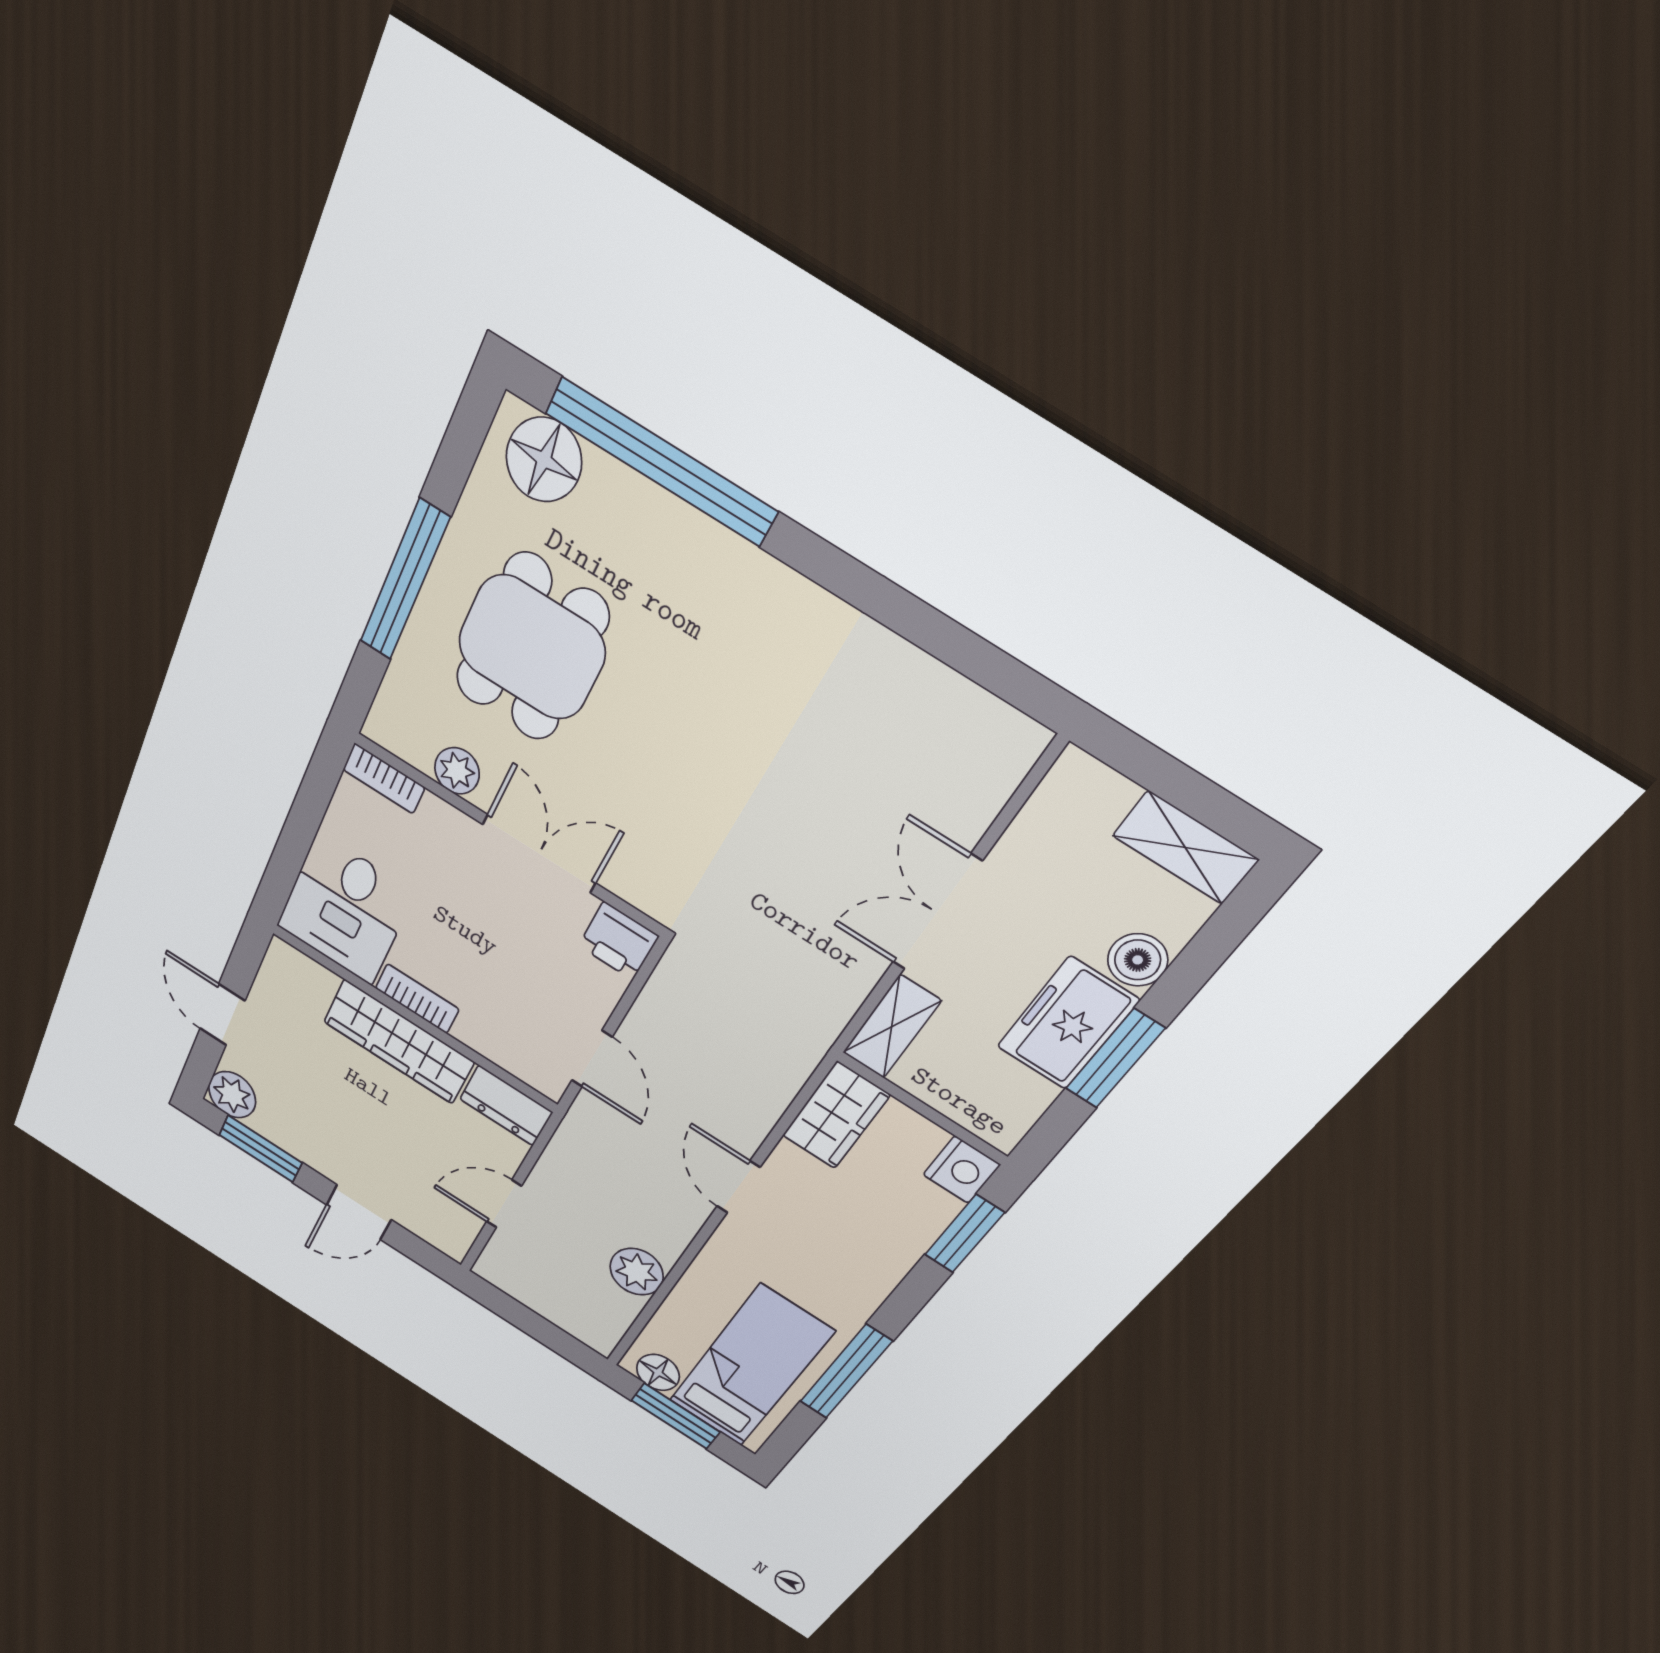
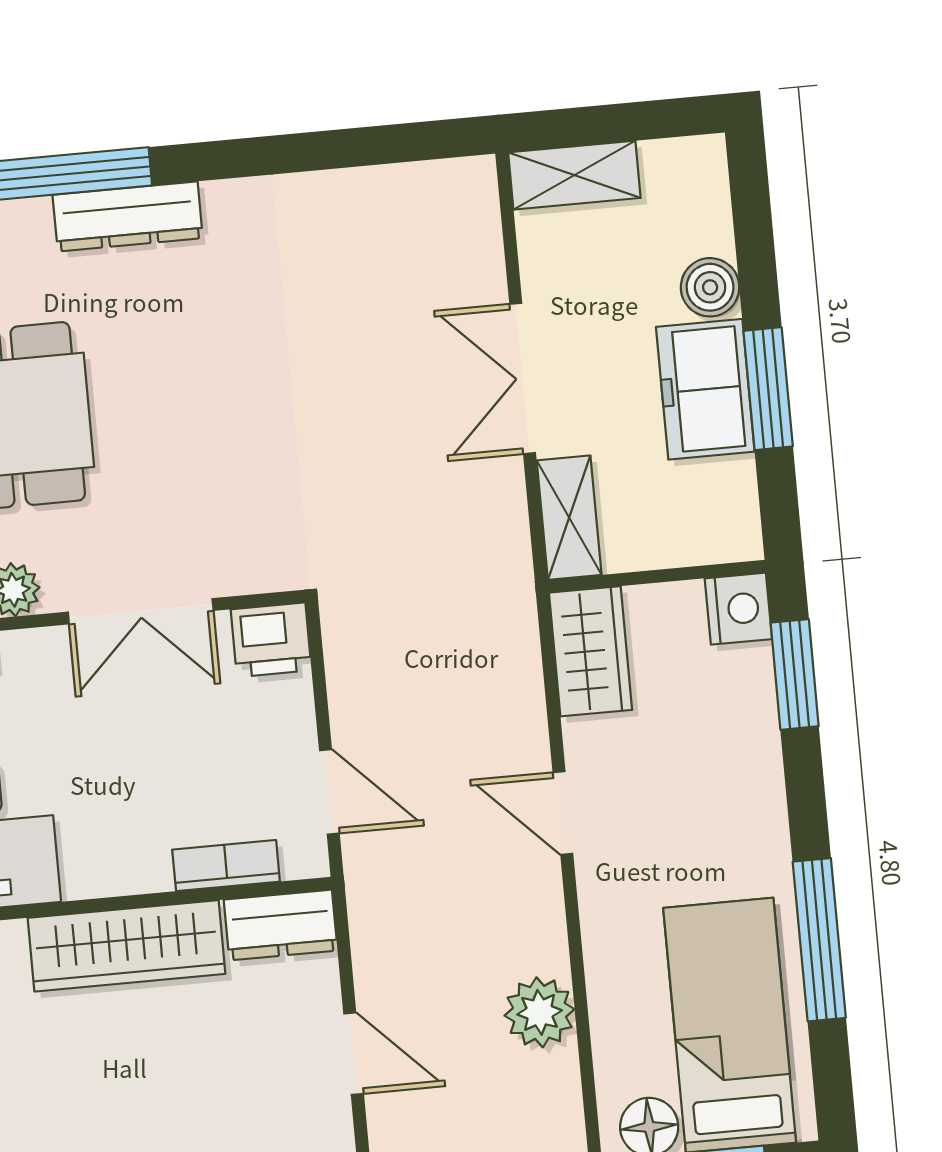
dresser: (722, 558) -> (128, 216), added
shelving: (1185, 848) -> (574, 175), moved
double door: (539, 854) -> (141, 611), swing flipped
bookcase: (417, 999) -> (226, 866), moved
door: (504, 1204) -> (354, 1054), swing flipped

